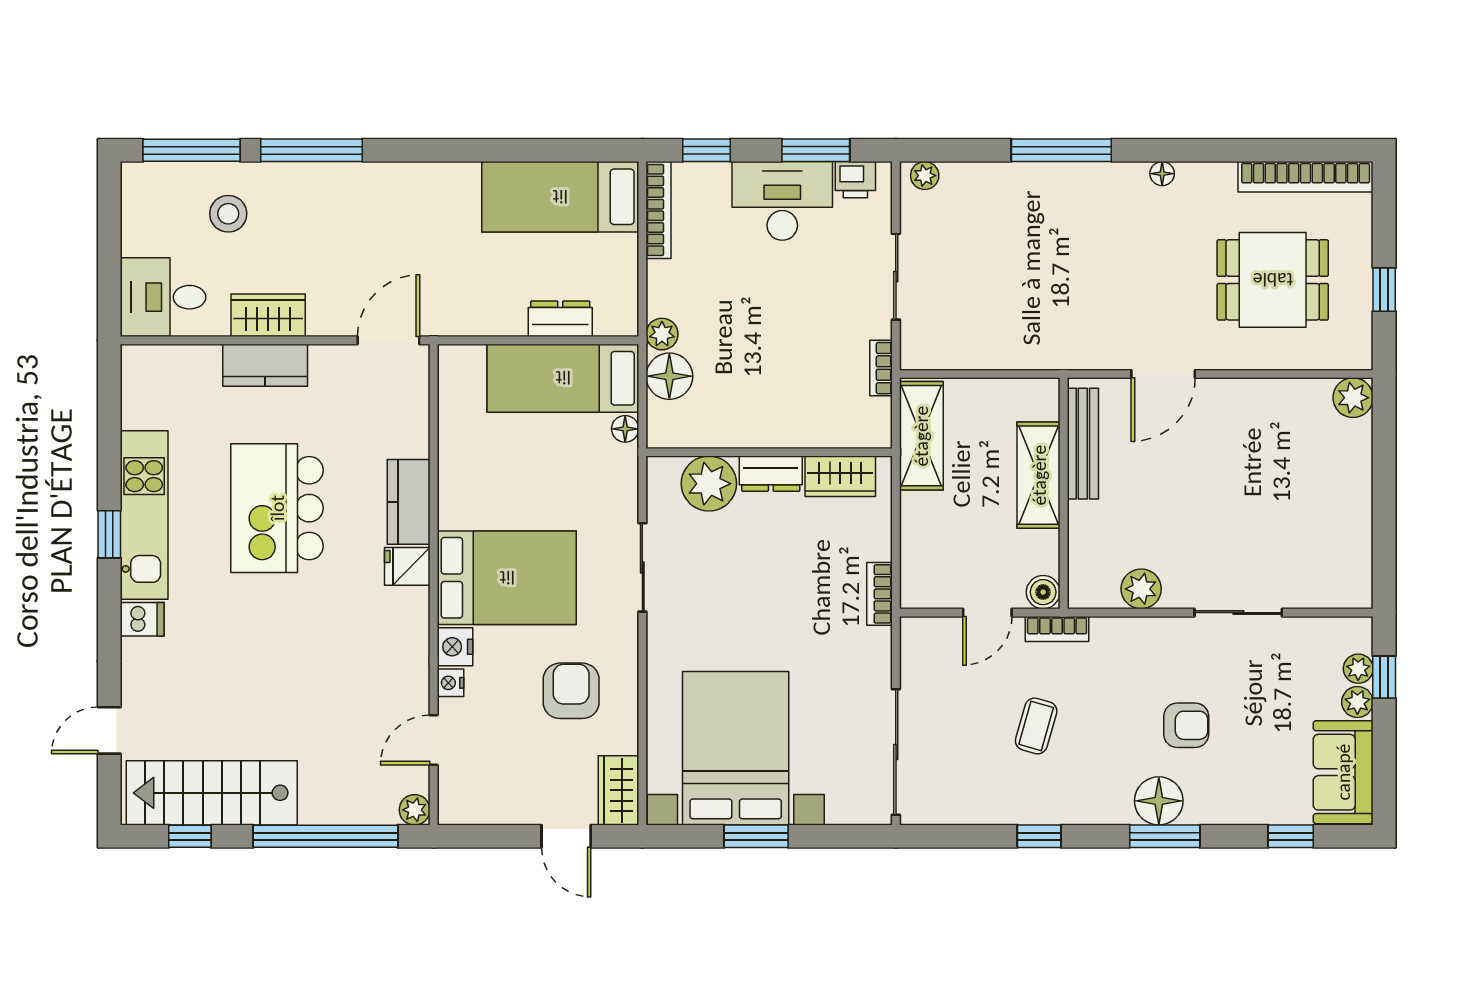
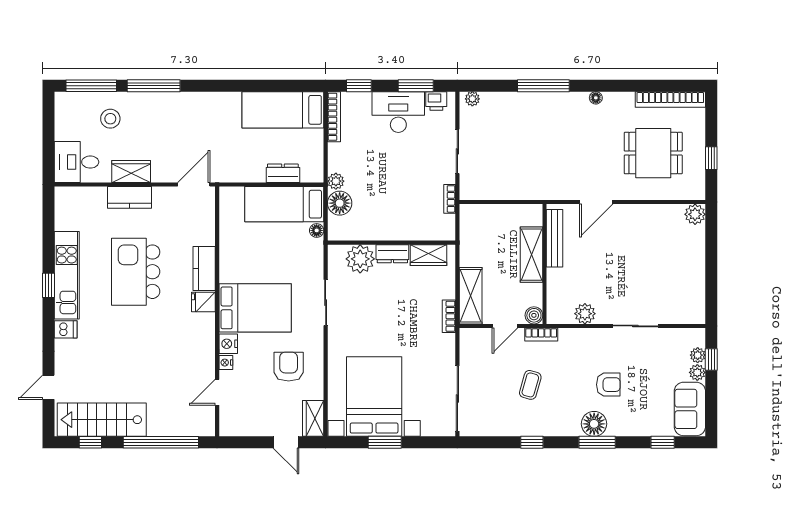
shelving: (921, 436) -> (471, 296), moved
plant: (415, 810) -> (207, 428), removed

